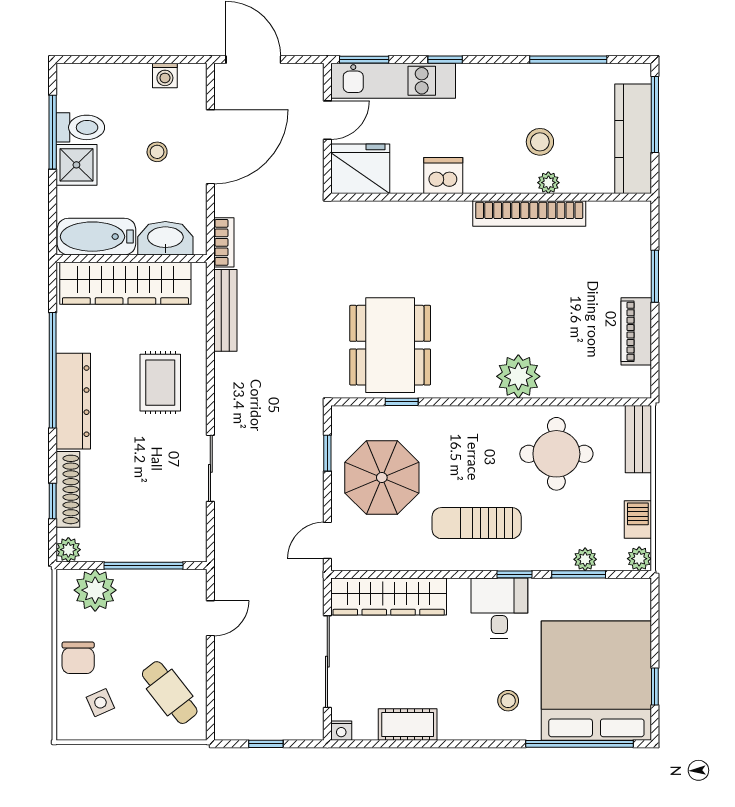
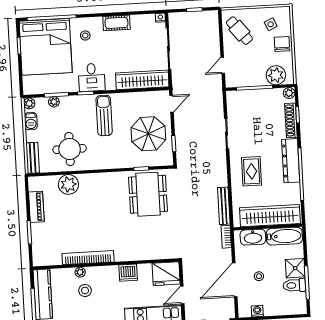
plant: (518, 376) -> (68, 184), moved
sun lounger: (477, 523) -> (104, 115), turned -90
cot: (408, 724) -> (116, 23), moved

